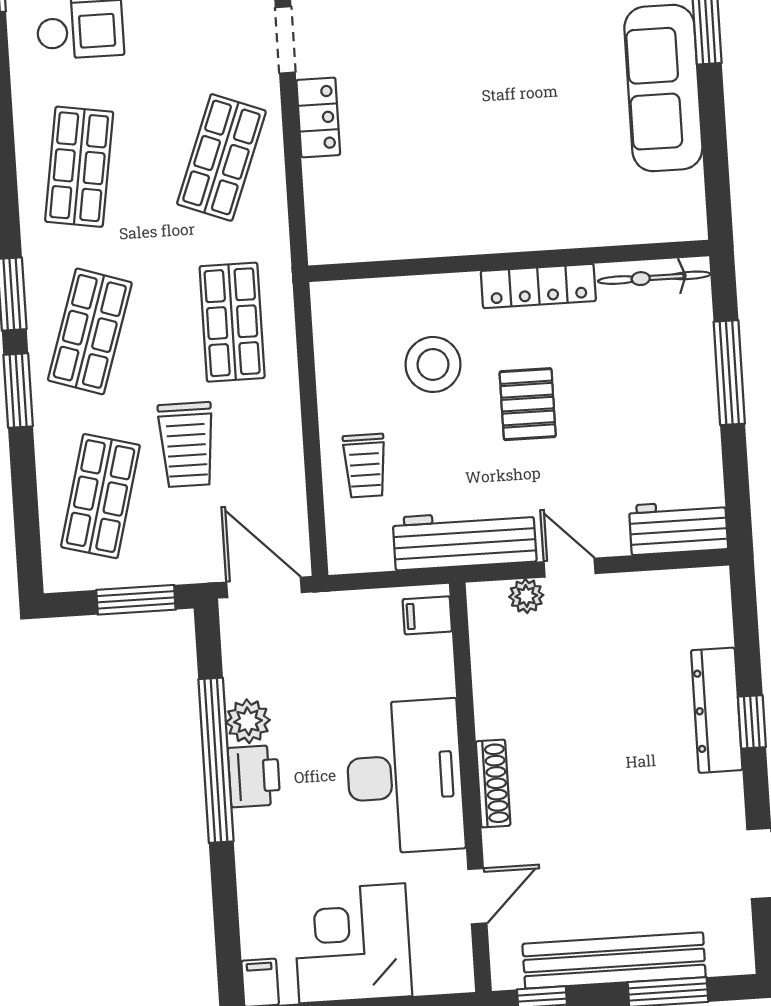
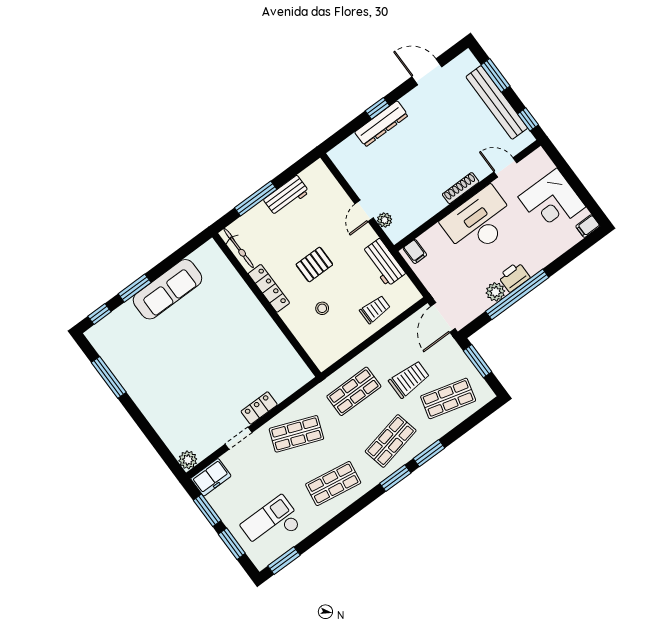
shop shelf: (90, 331) -> (391, 441), turned -30
stool: (433, 364) -> (322, 308), width x0.53, depth x0.53
workbench: (678, 527) -> (286, 196), moved, turned -90
workbench: (465, 540) -> (383, 262), width x0.73

